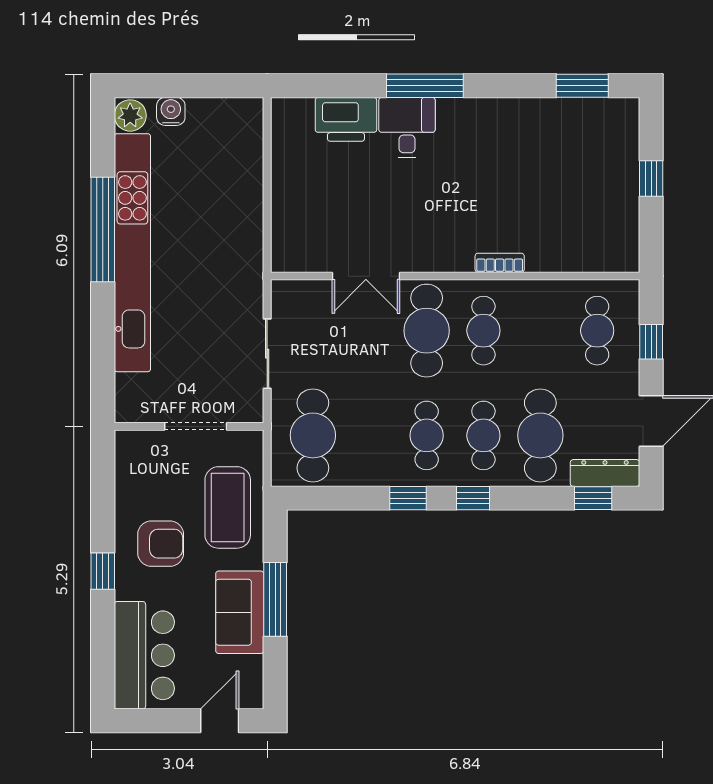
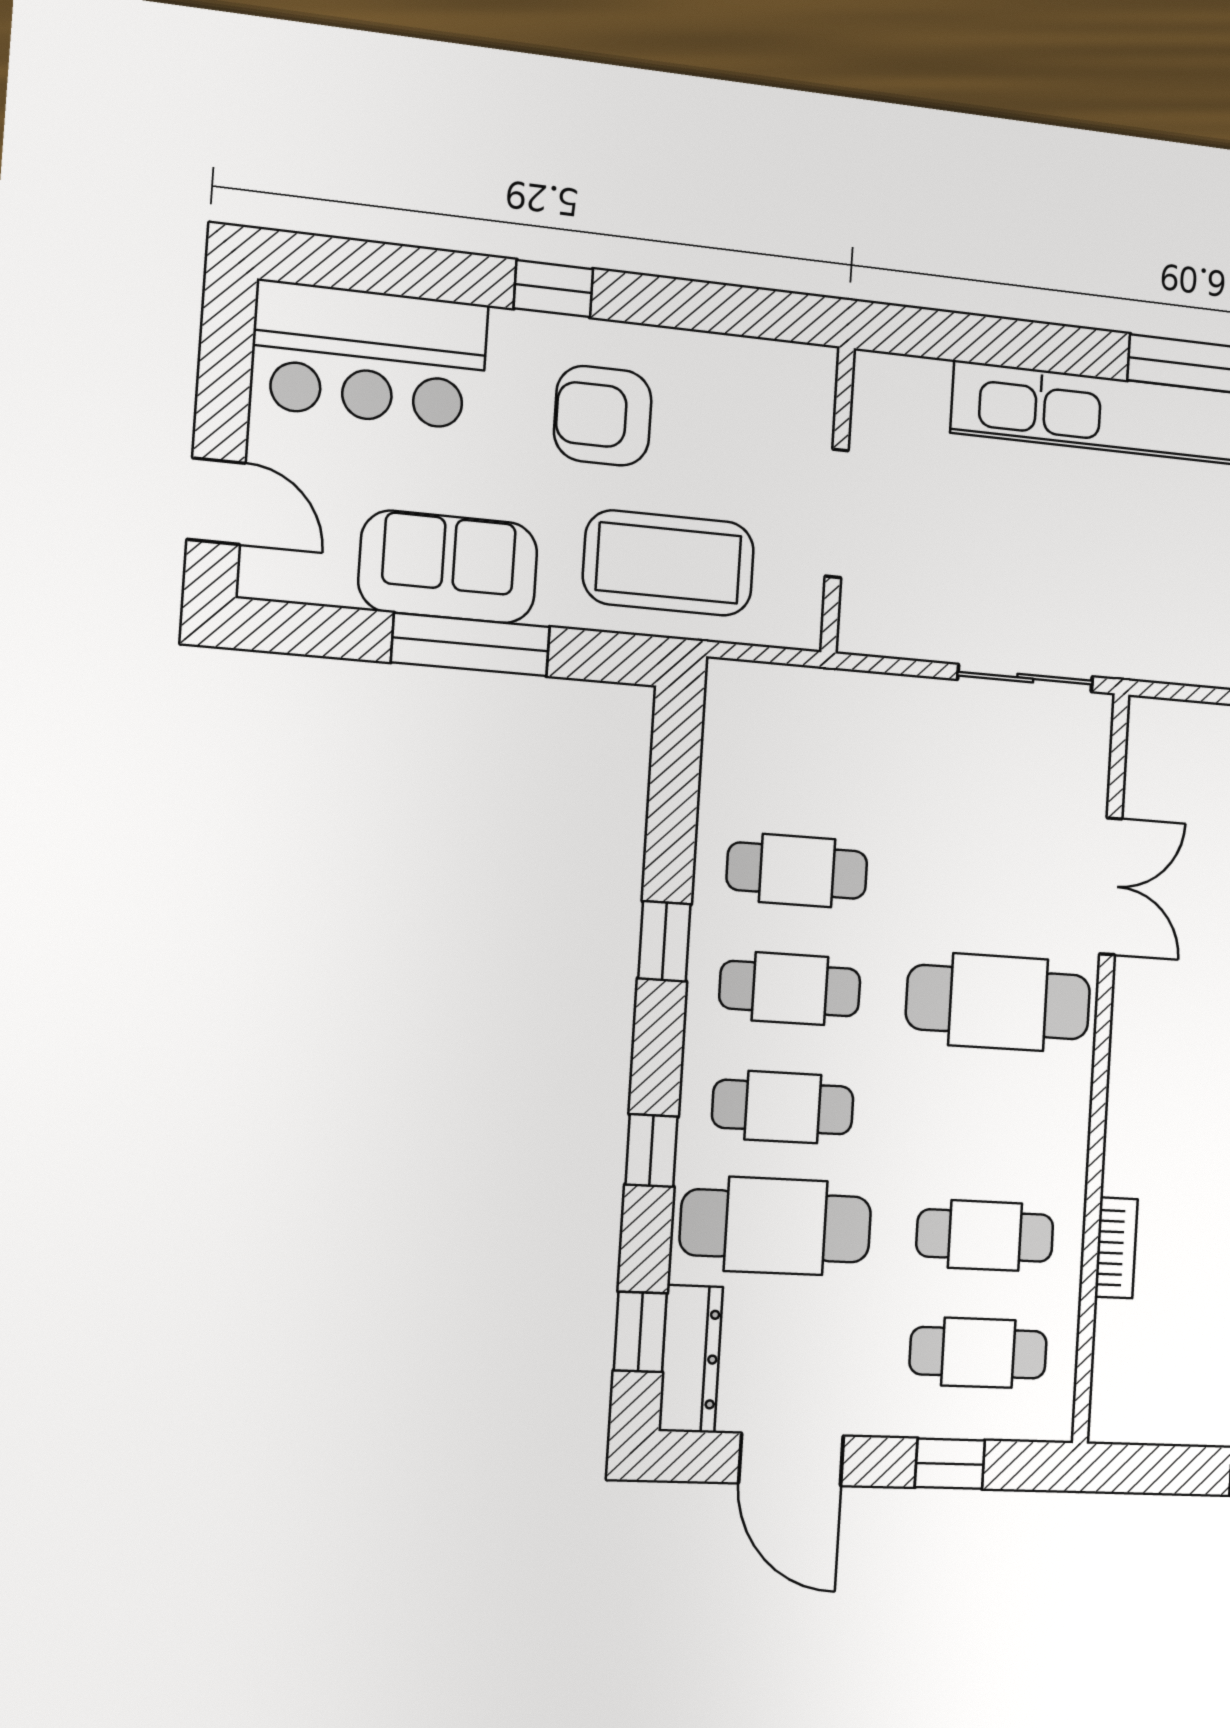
bookcase: (500, 263) -> (1116, 1248), moved
double door: (366, 276) -> (1111, 886), swing flipped
cafe table: (483, 331) -> (985, 1235), moved
sliding door: (267, 354) -> (1025, 678), moved
cafe table: (313, 435) -> (797, 871), moved, width x0.73, depth x0.74
window: (473, 498) -> (652, 1150), moved
armchair: (161, 544) -> (603, 416), turned 90

